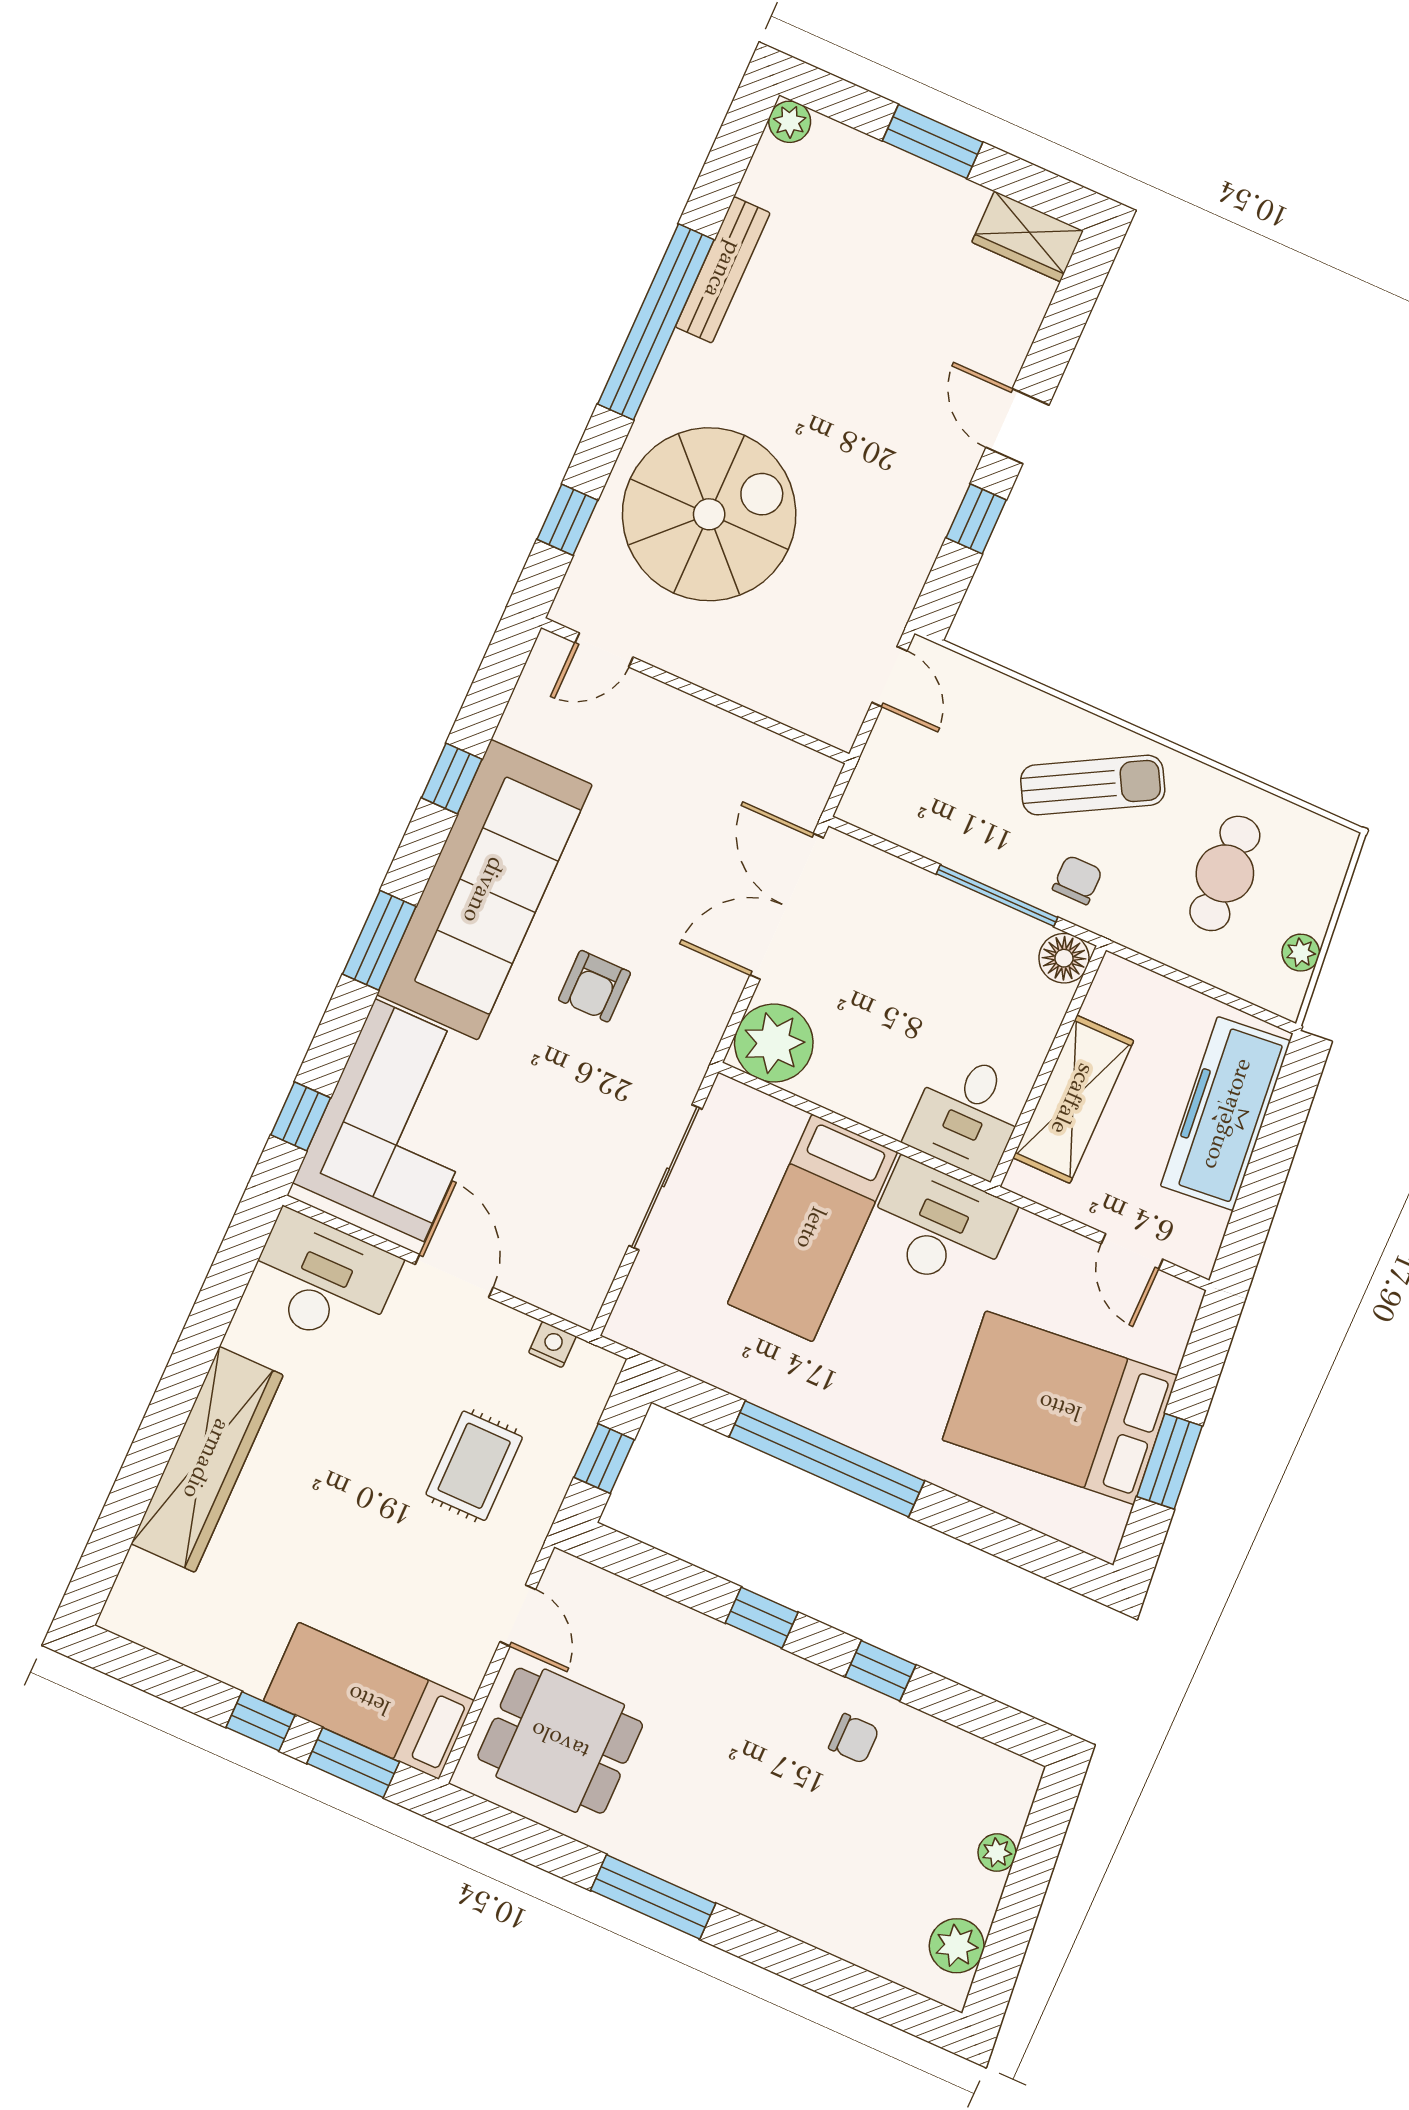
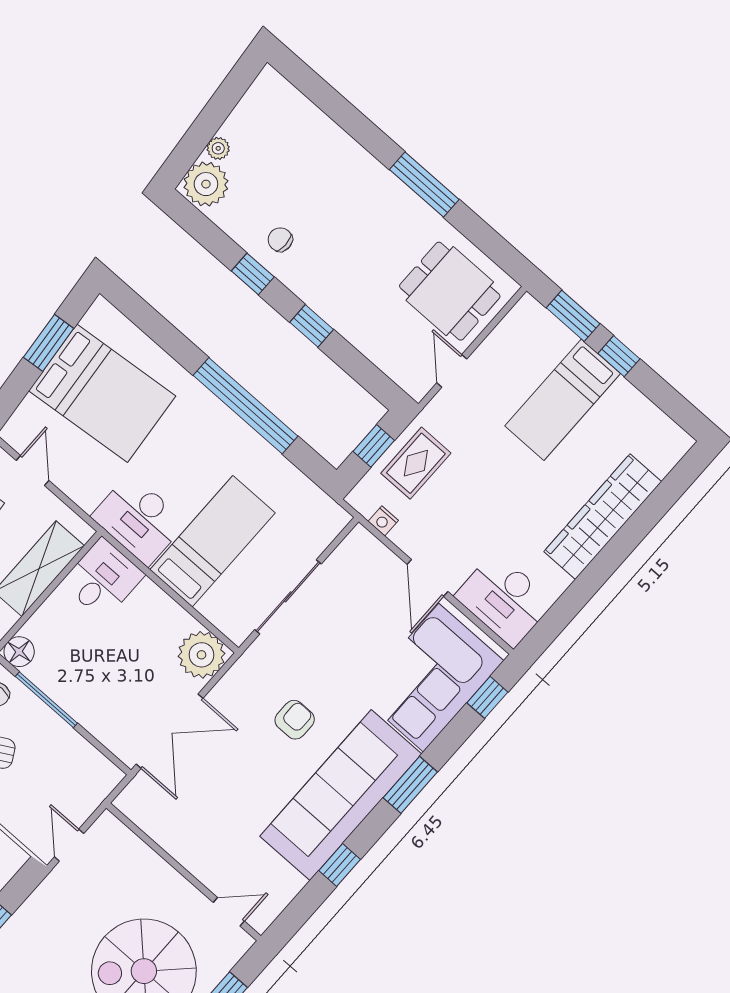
rug: (474, 1466) -> (416, 463), moved
bed: (369, 1701) -> (563, 400), moved, turned 90
plant: (957, 1946) -> (206, 184), moved, width x1.36, depth x1.36

